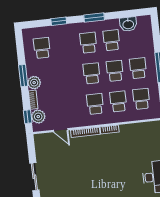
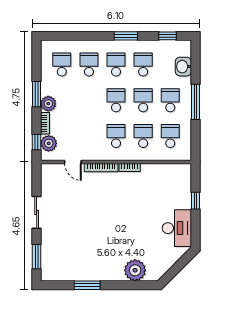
window: (59, 21) -> (167, 36), moved
washbasin: (128, 24) -> (183, 67), moved, turned 90
school desk: (65, 45) -> (89, 64), added

